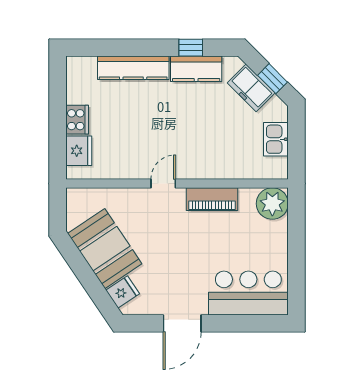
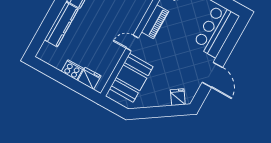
door: (163, 184) -> (132, 43), hinge flipped
booth: (105, 249) -> (131, 78), moved, turned -56

